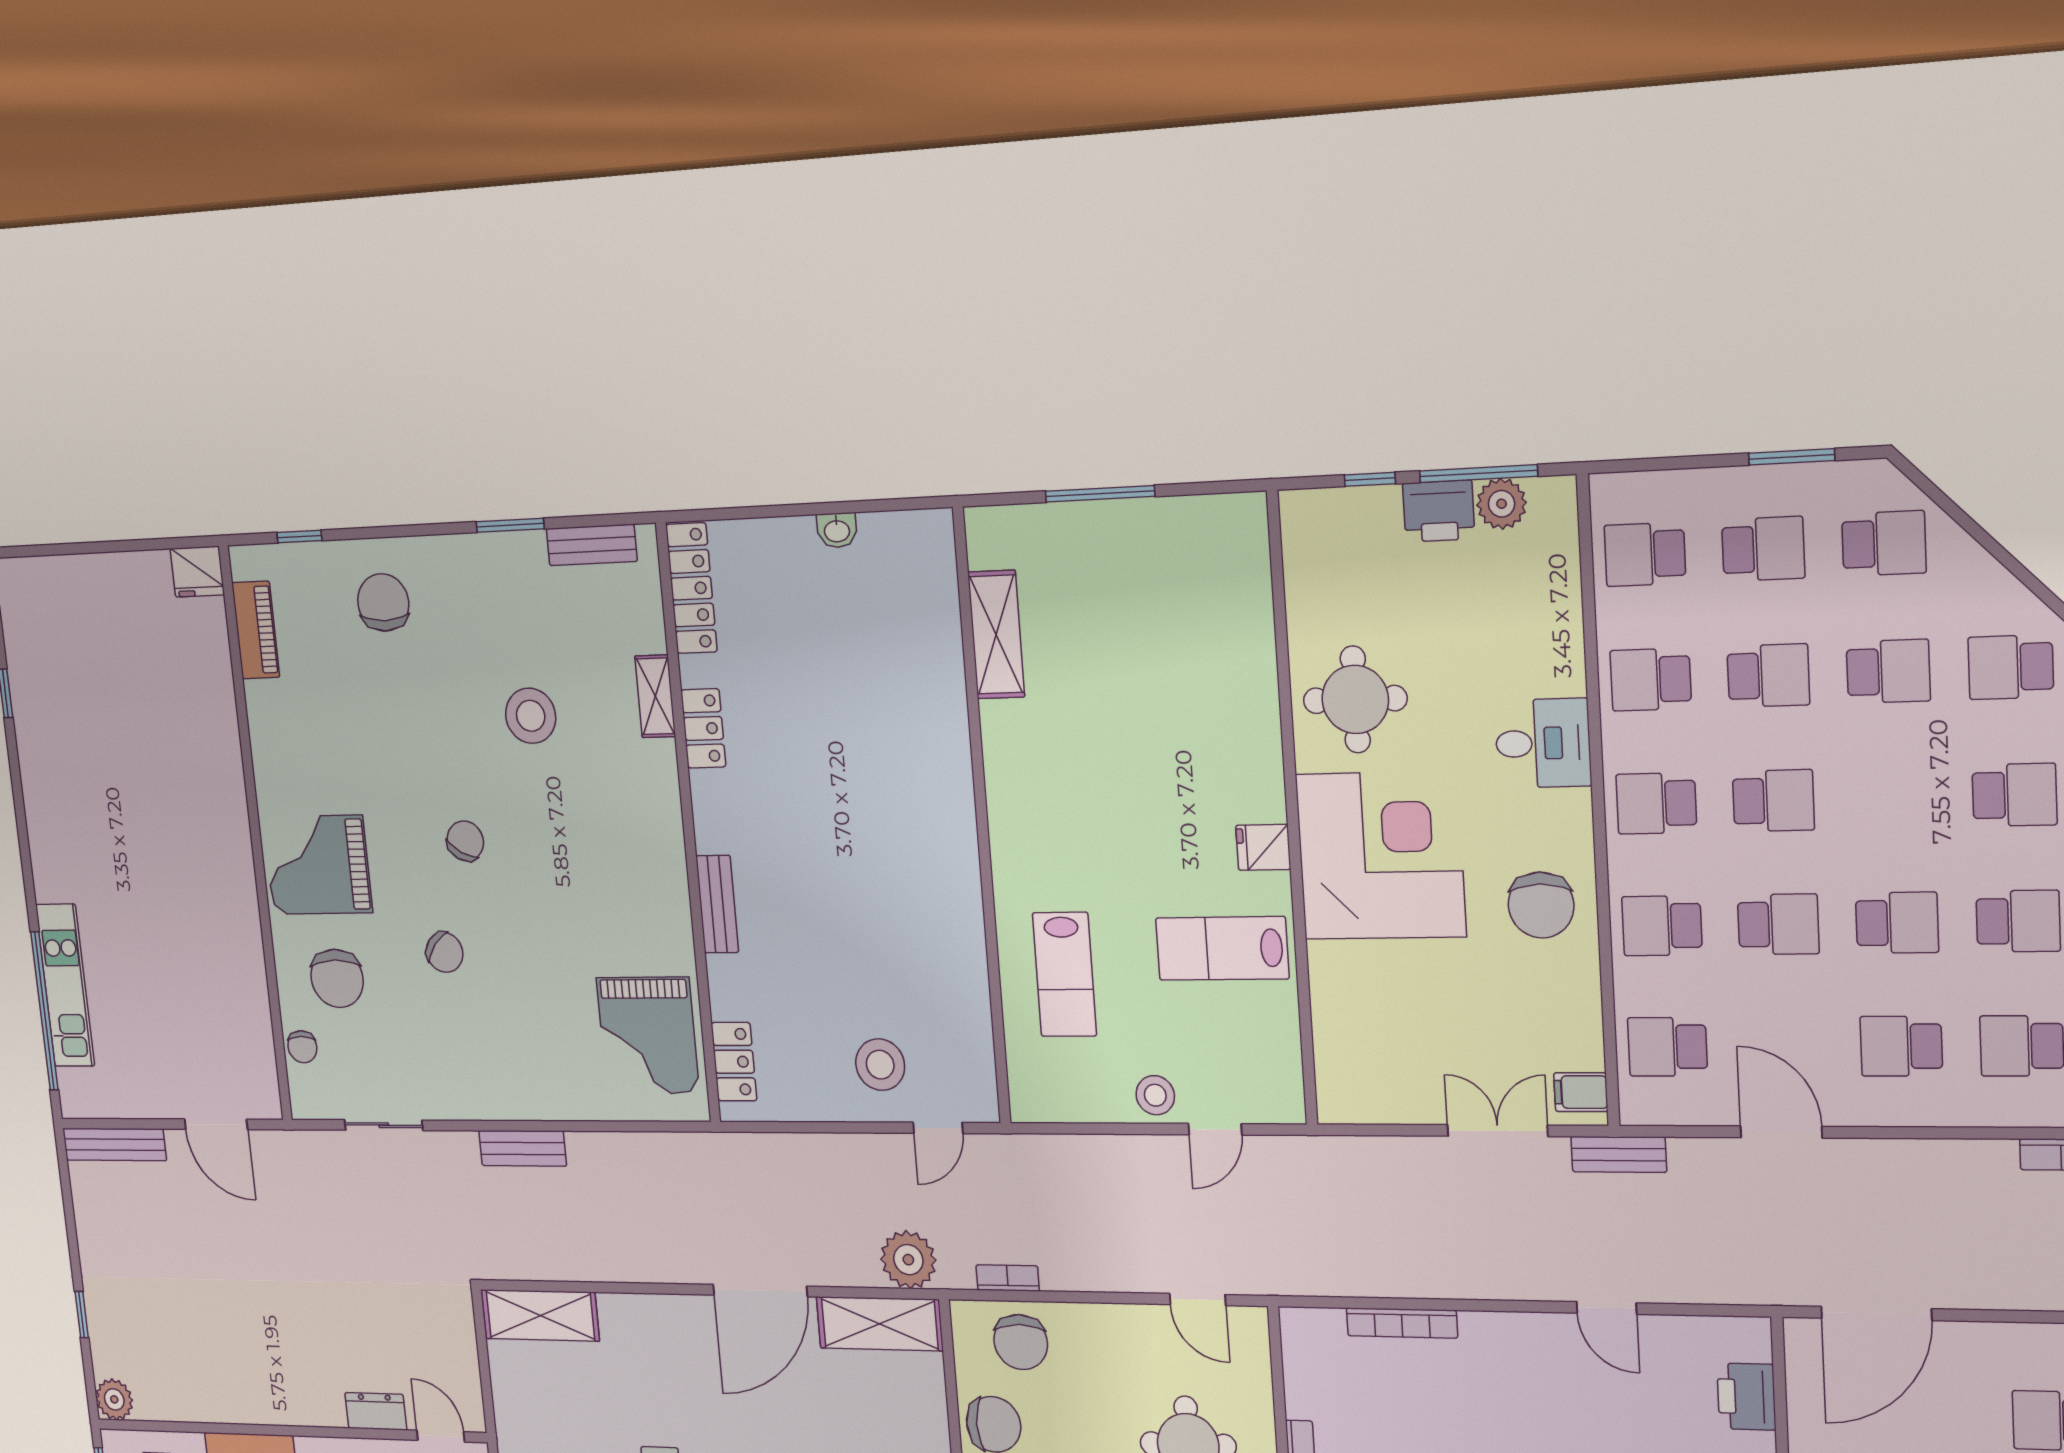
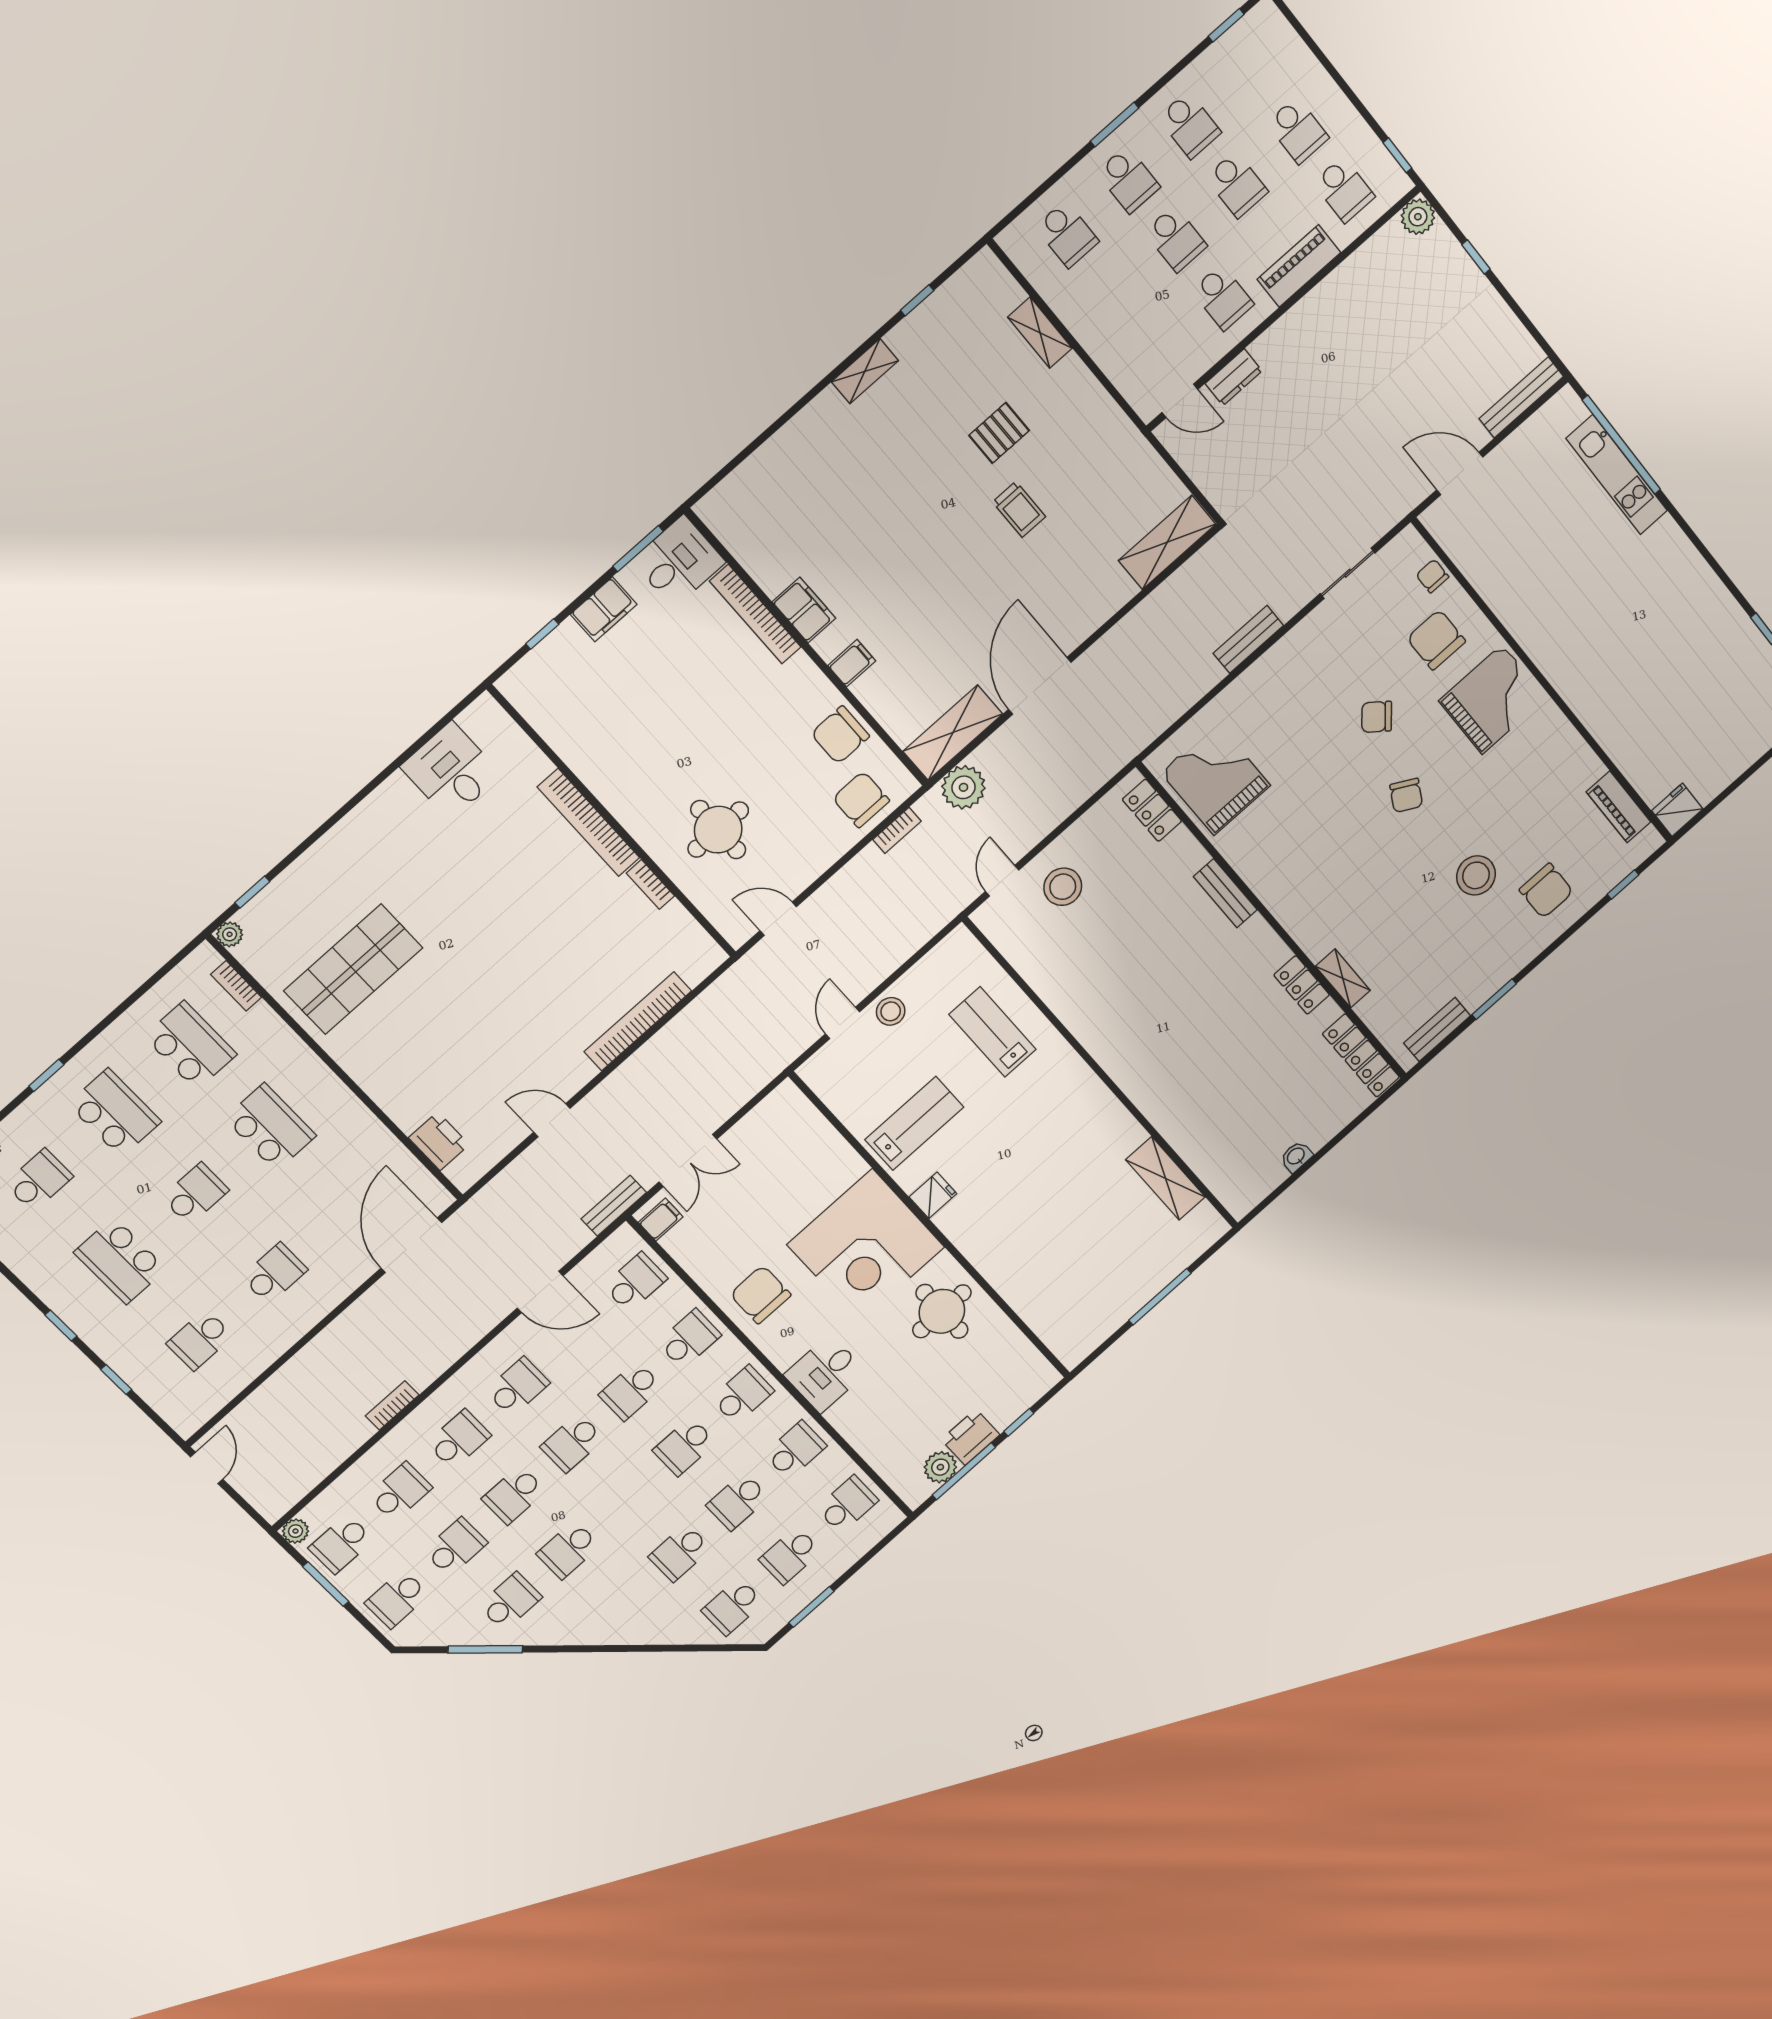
school desk: (2011, 667) -> (622, 1604), removed
stool: (531, 716) -> (1476, 875), moved
bookcase: (1402, 1323) -> (638, 1021), width x1.48, depth x1.31

